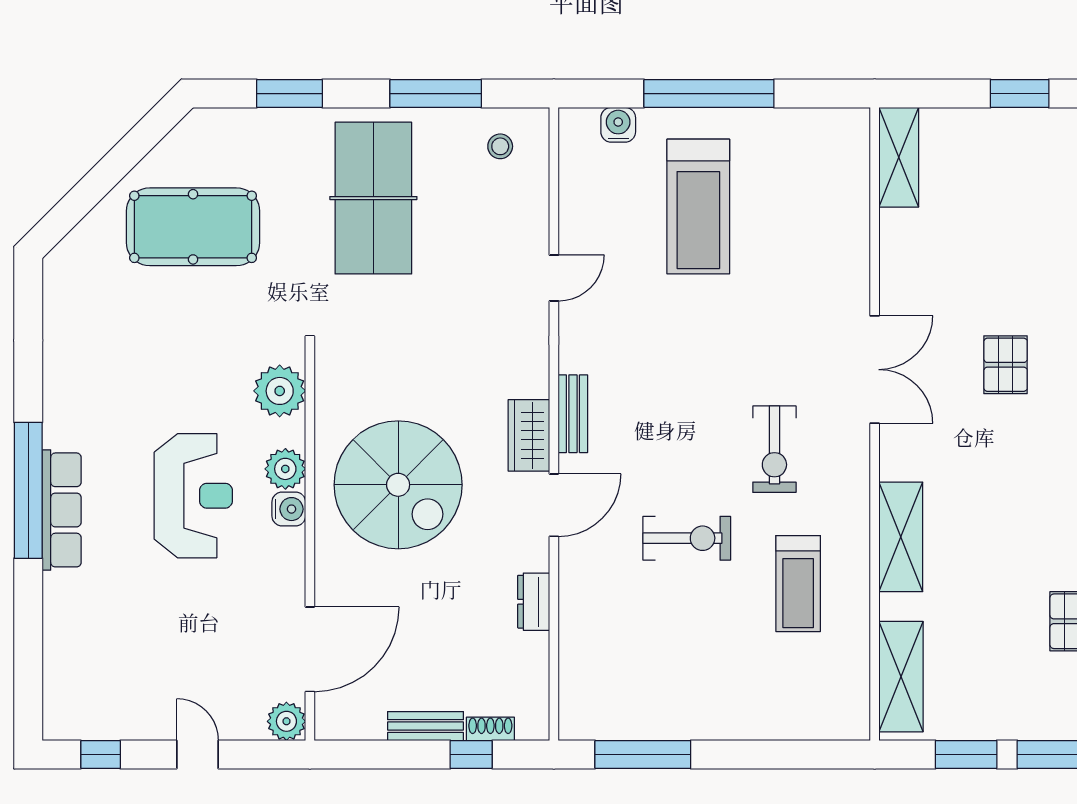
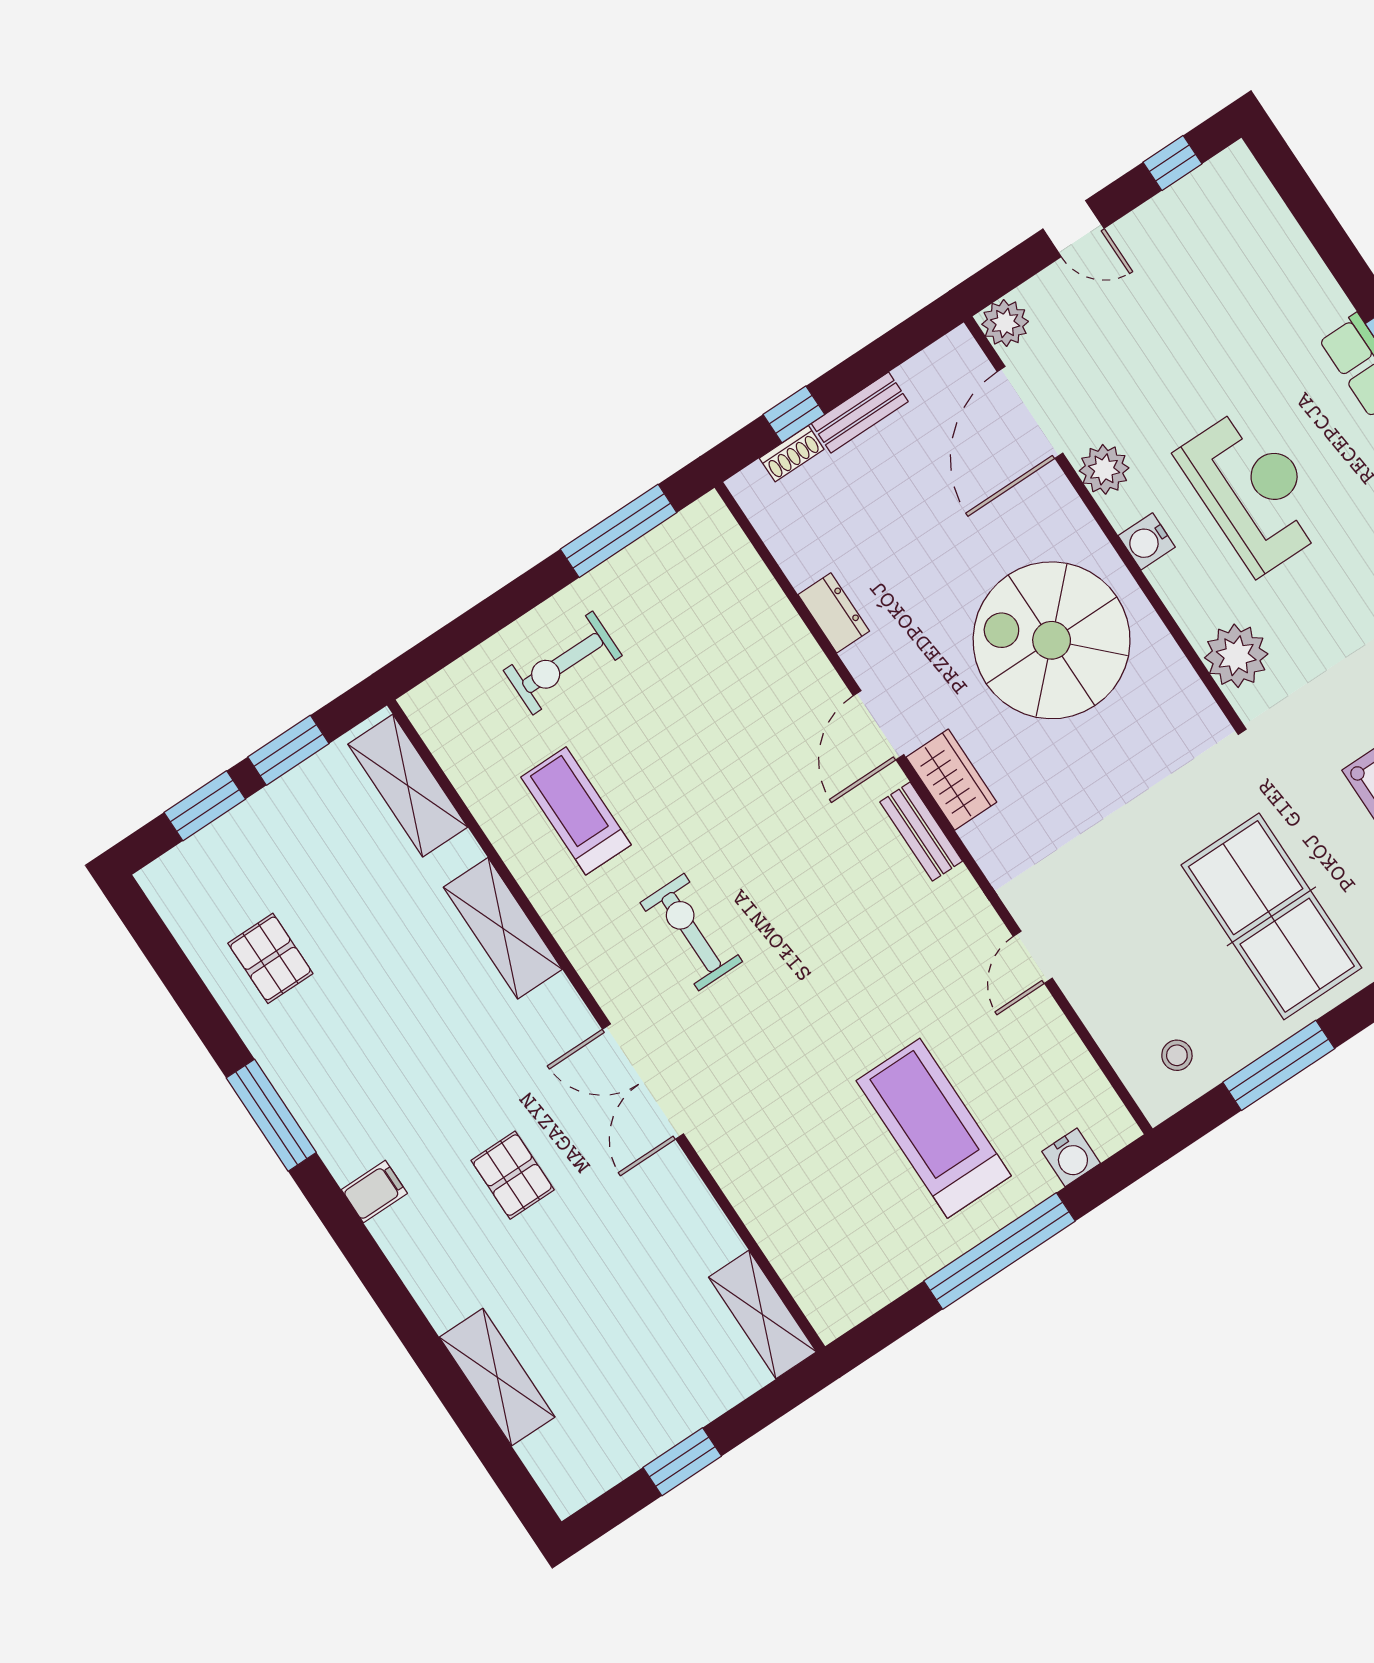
plant: (285, 469) -> (1104, 469), moved
reception desk: (193, 496) -> (1253, 490), turned 180
exercise bike: (687, 538) -> (563, 663), moved

